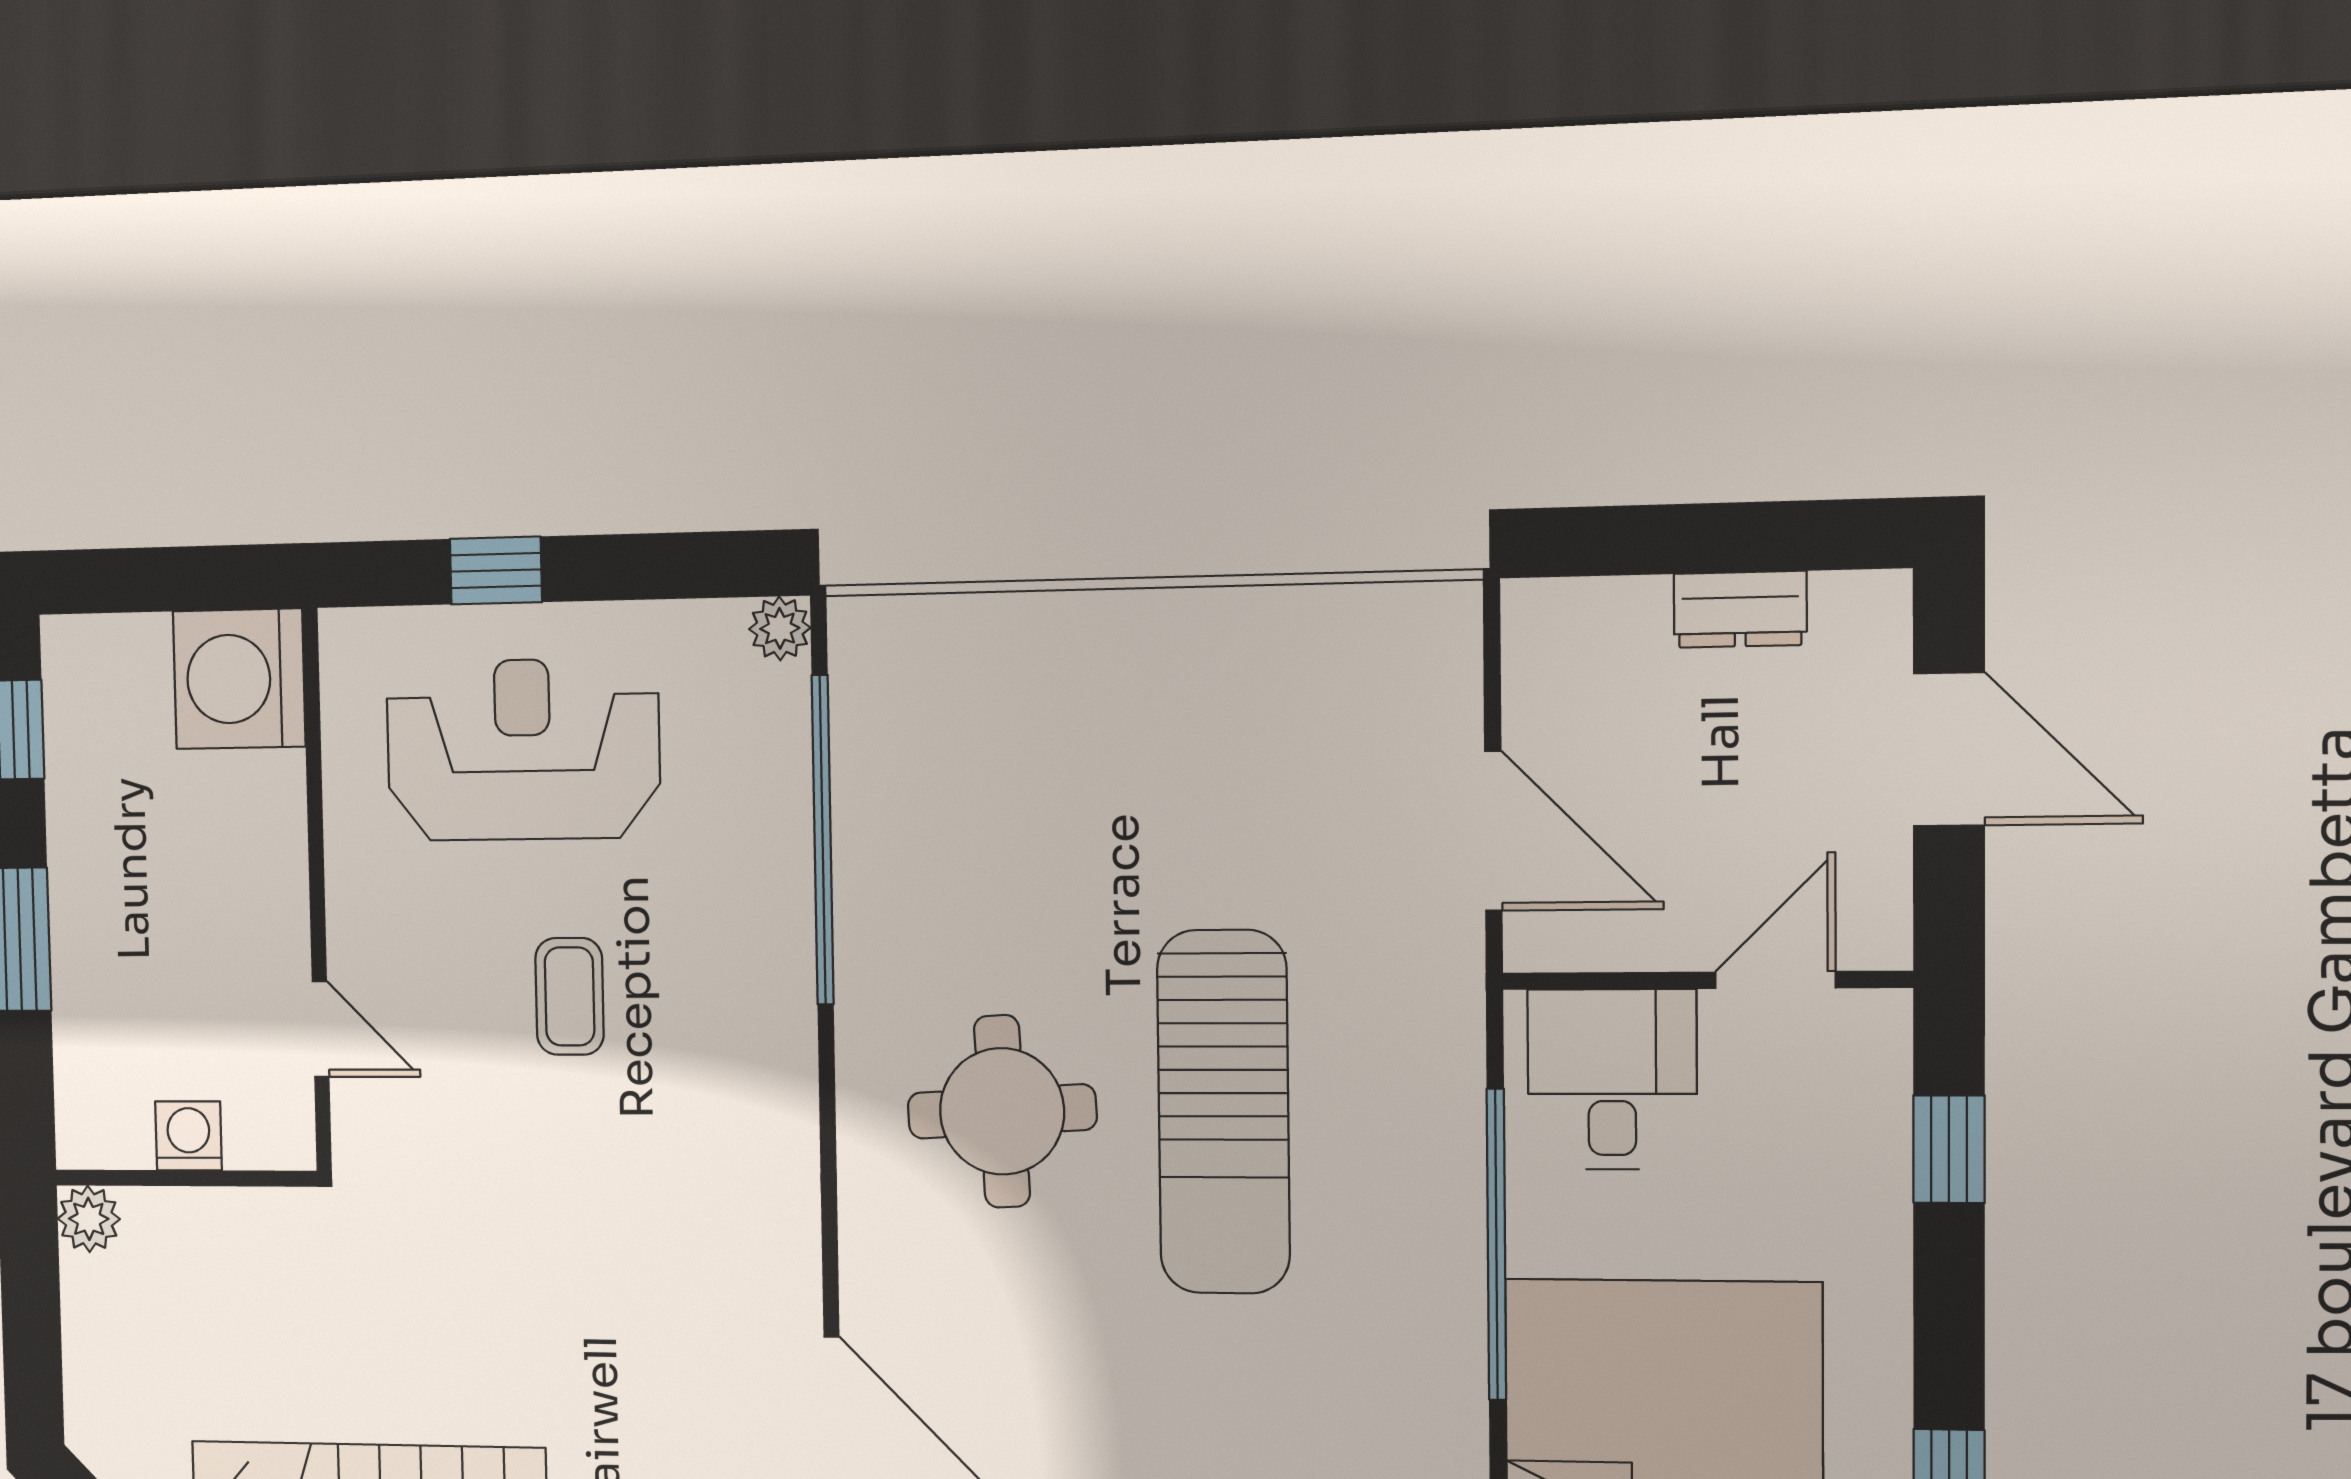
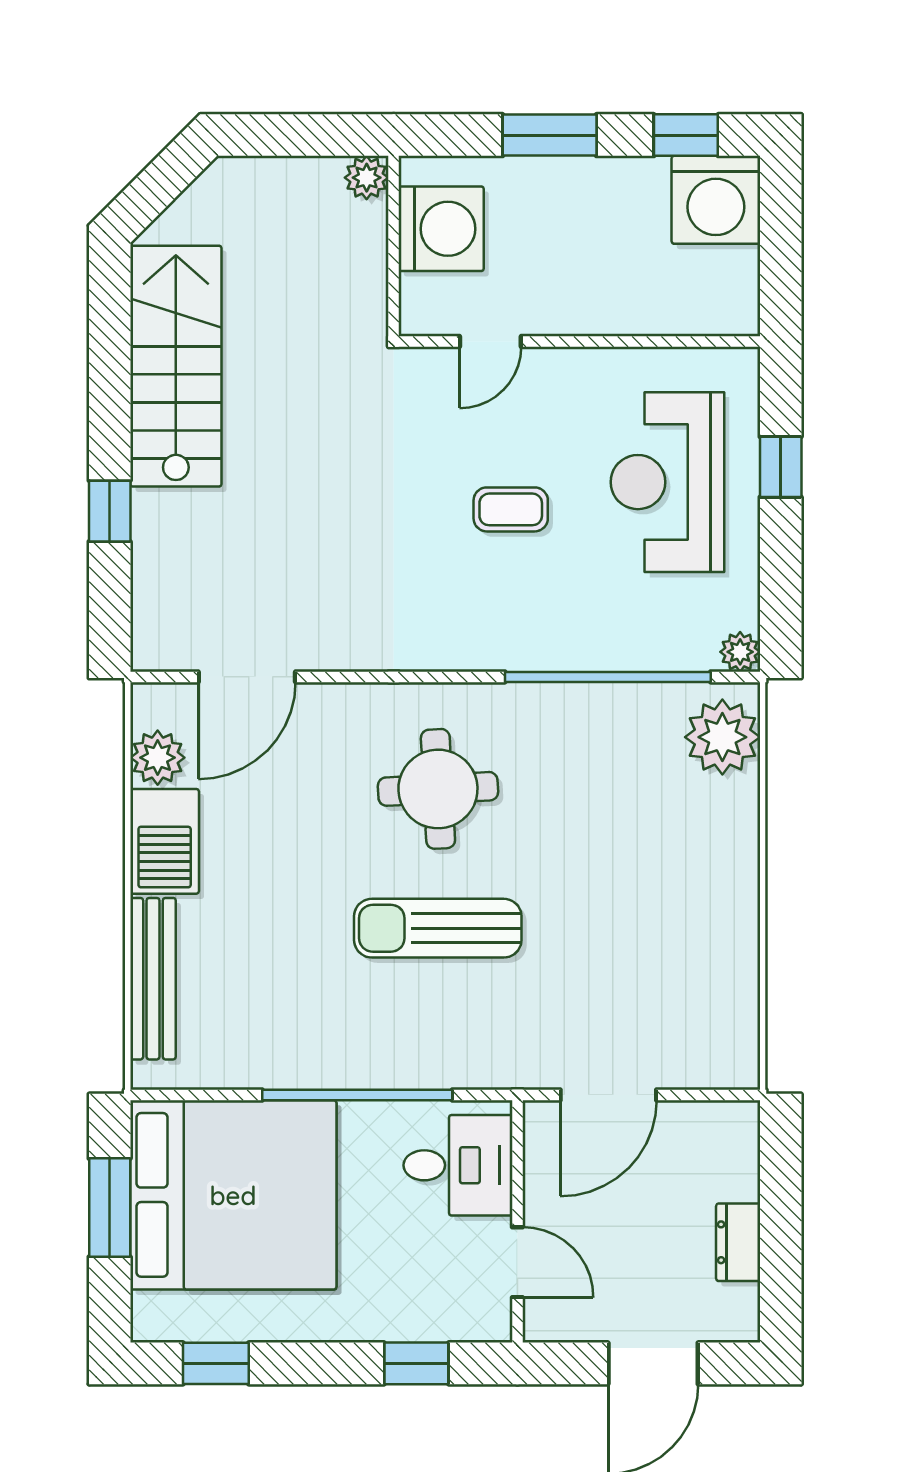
plant: (913, 654) -> (722, 737), added
washing machine: (239, 679) -> (716, 200), moved, turned 180
reception desk: (523, 750) -> (667, 482), turned 180
sun lounger: (1223, 1112) -> (438, 928), width x0.73, depth x0.75
washing machine: (188, 1136) -> (441, 229), width x1.89, depth x1.89

